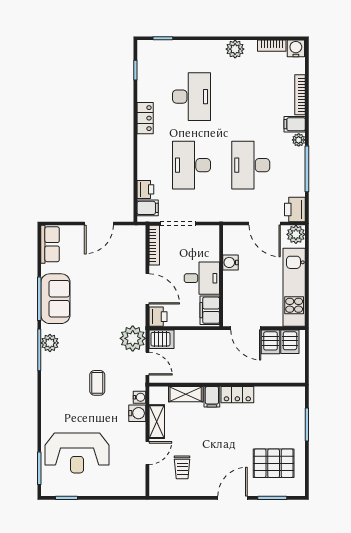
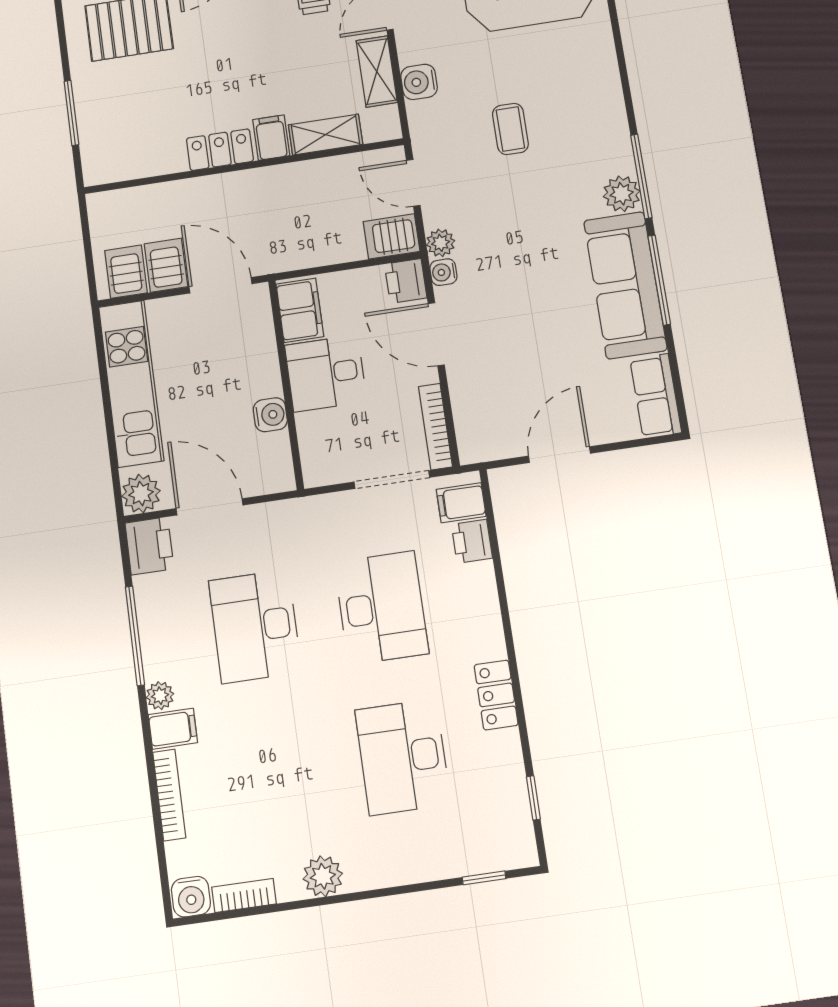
desk: (251, 165) -> (255, 626), turned 180
sofa: (55, 299) -> (625, 285), width x1.36
plant: (133, 338) -> (441, 243), width x0.53, depth x0.53
water cooler: (140, 397) -> (443, 272), moved

